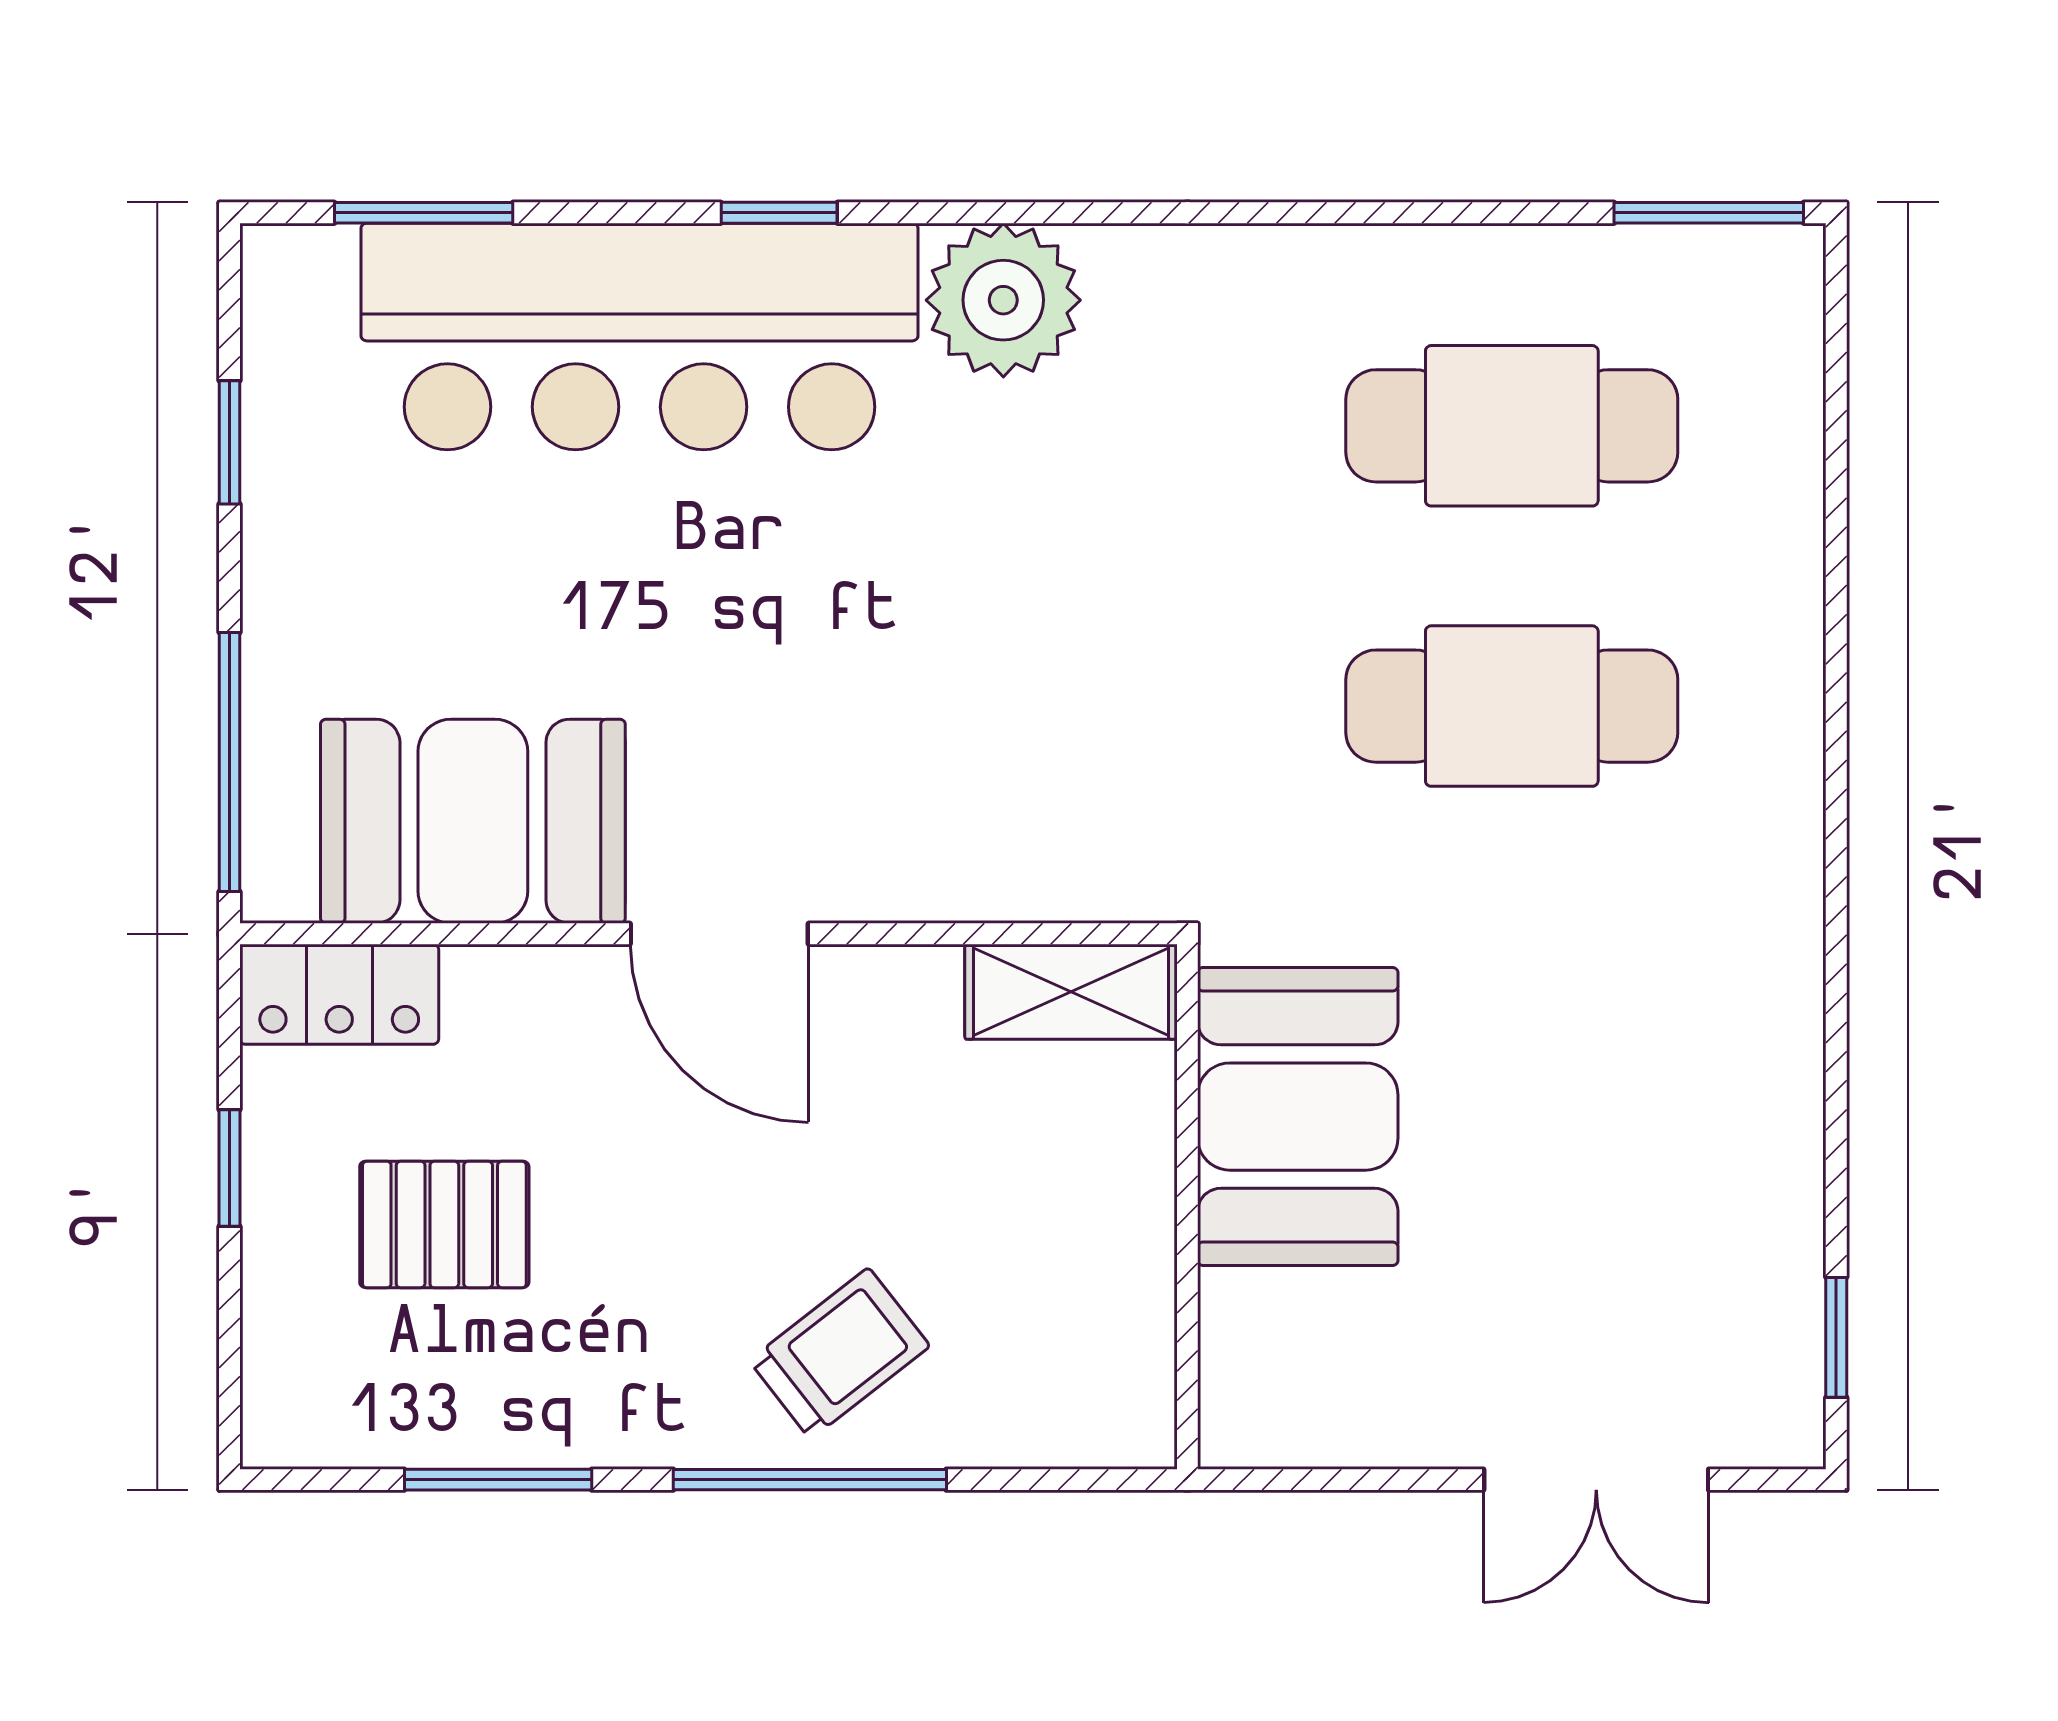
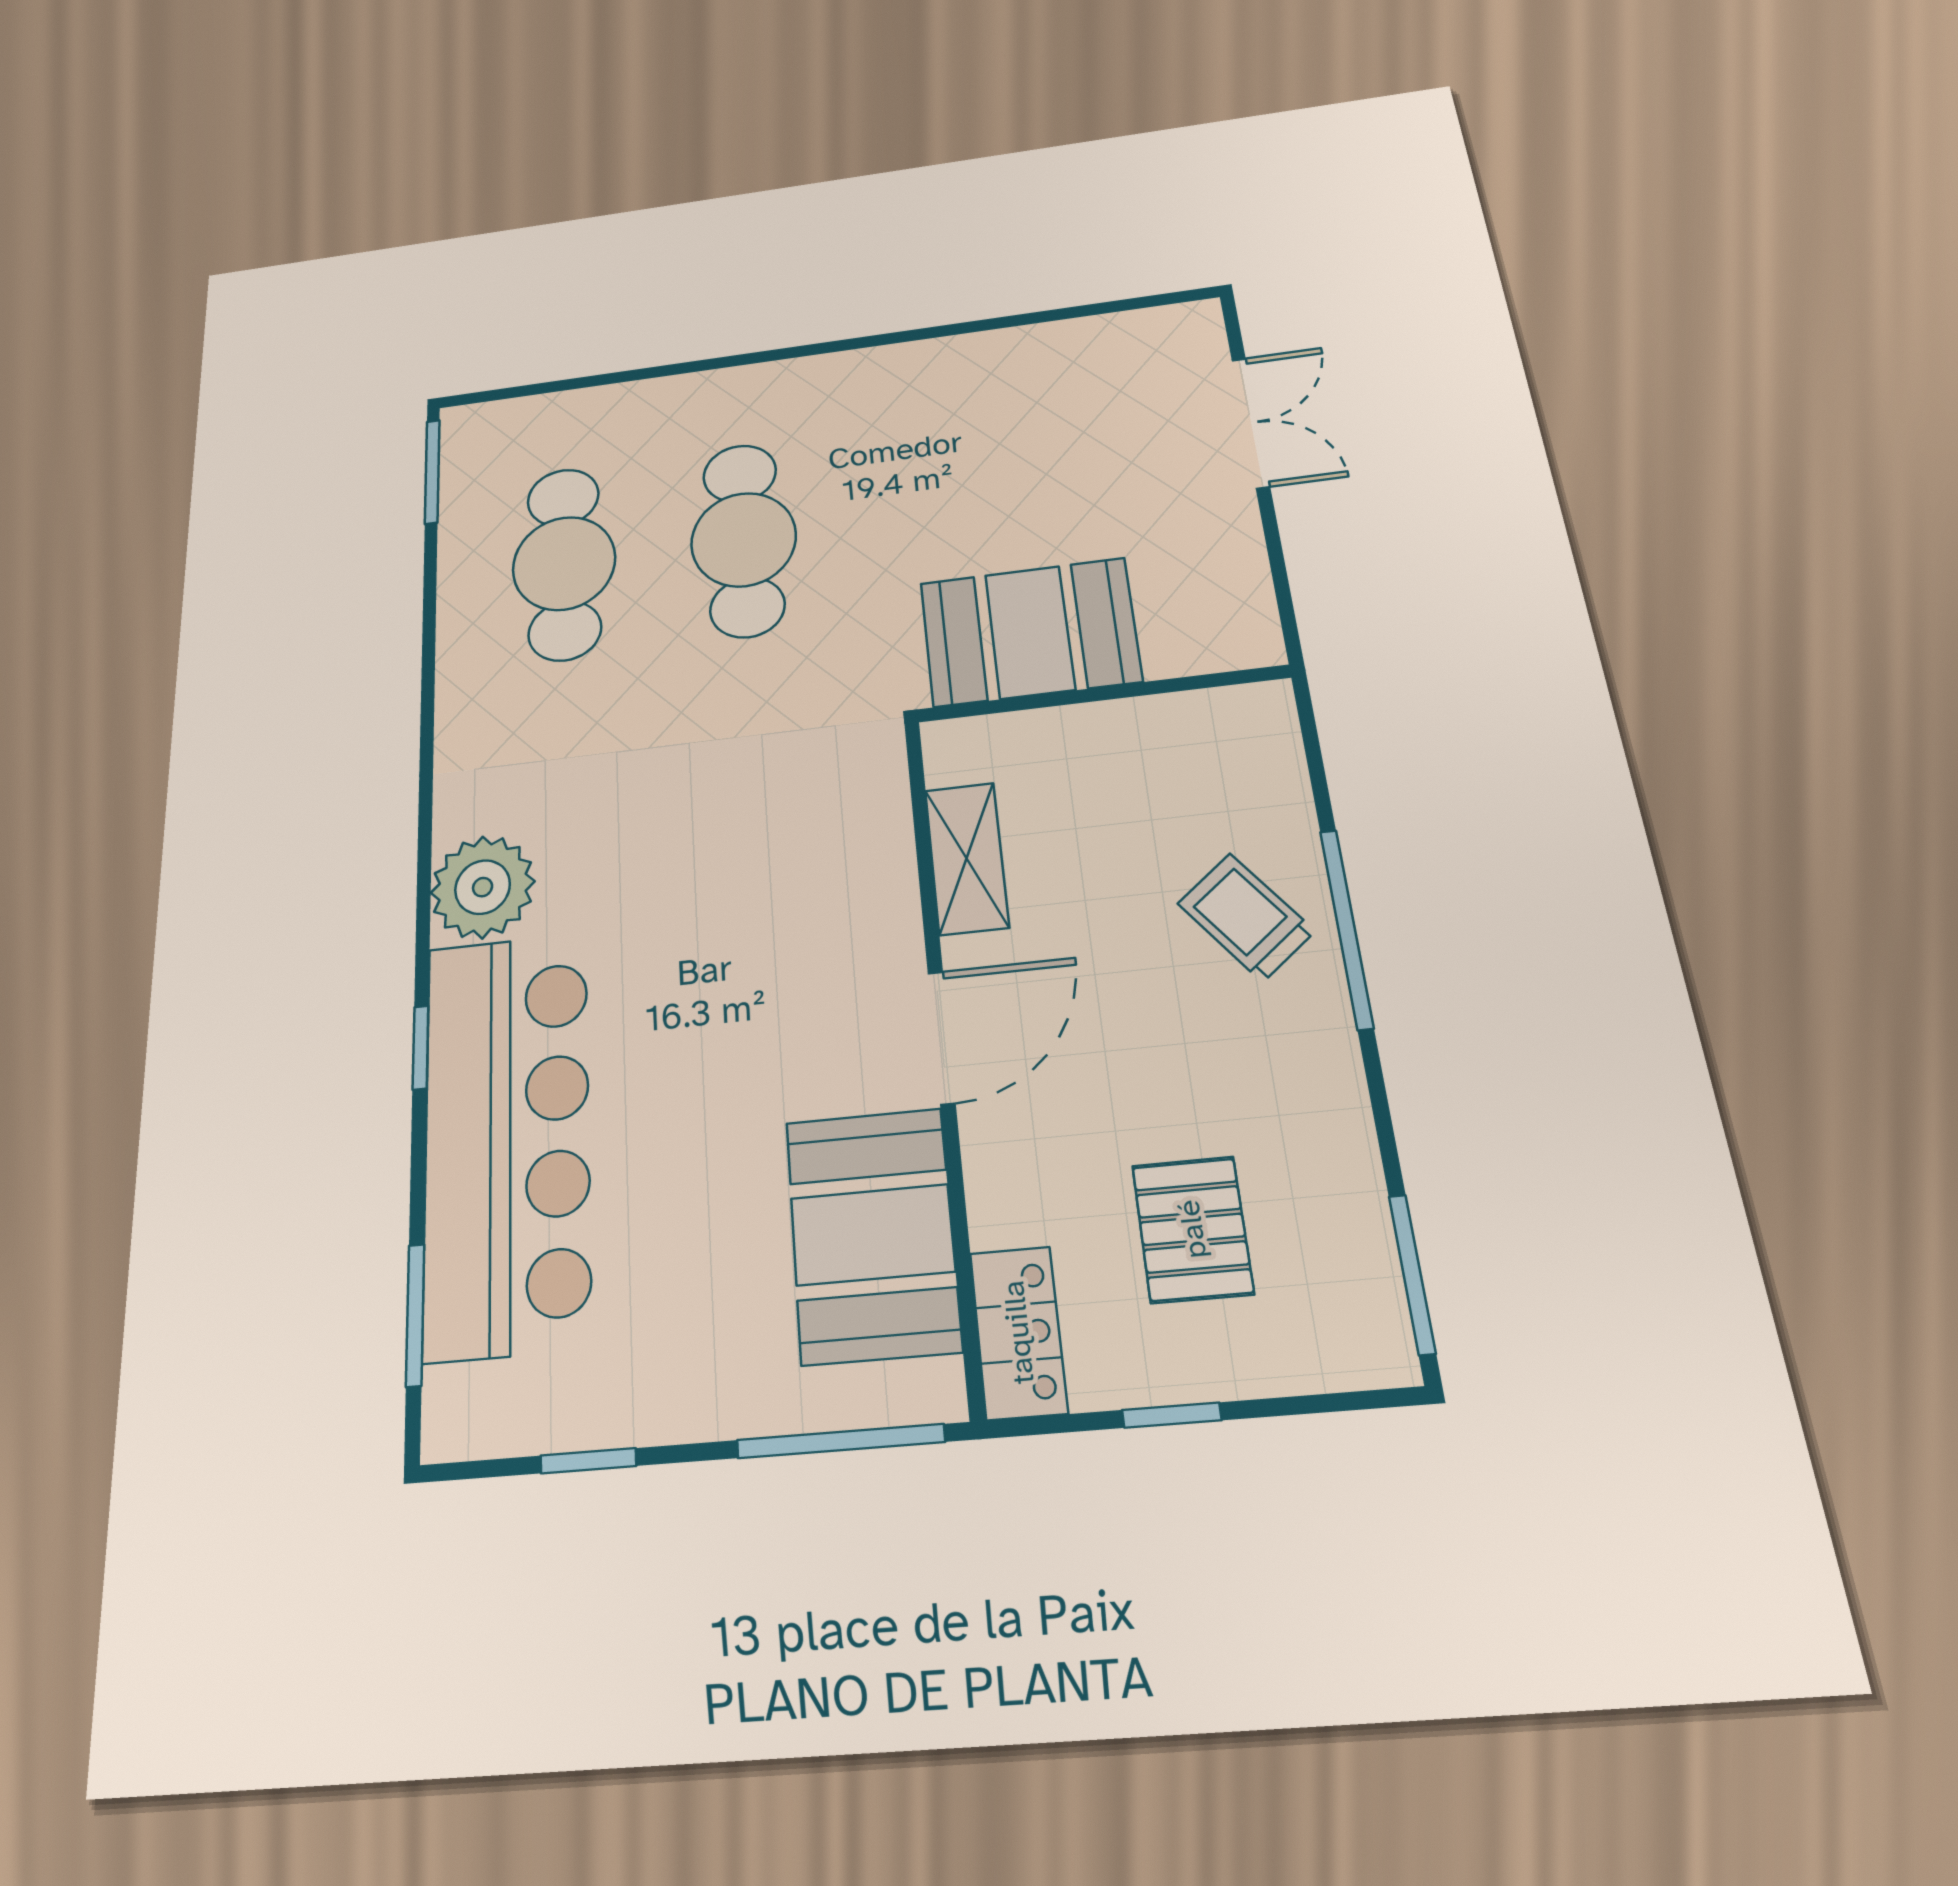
shelving: (1071, 992) -> (967, 858), moved
window: (1836, 1337) -> (1133, 304), removed
window: (498, 1480) -> (1412, 1274), moved

